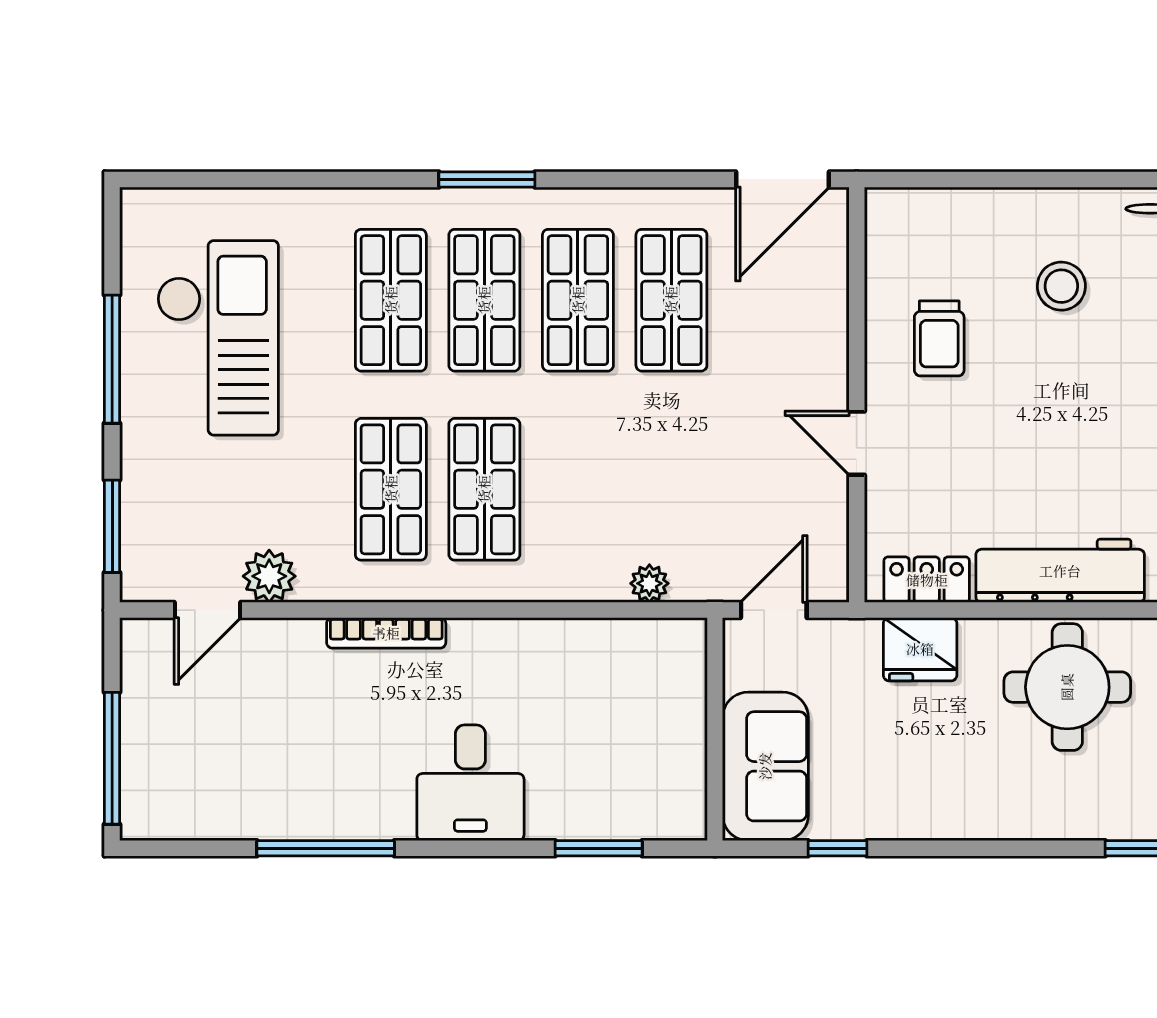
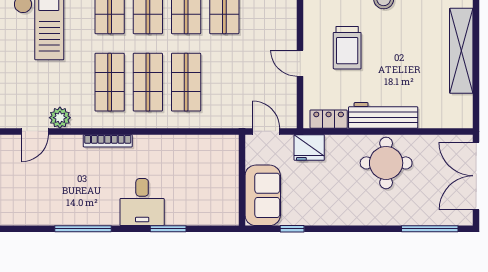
trolley: (939, 338) -> (347, 48), moved, width x1.36, depth x1.39
shop shelf: (578, 489) -> (186, 82), added
plant: (649, 583) -> (215, 121), removed
door: (774, 610) -> (266, 131), hinge flipped
fridge: (920, 649) -> (309, 148), moved
window: (599, 848) -> (168, 229), moved

